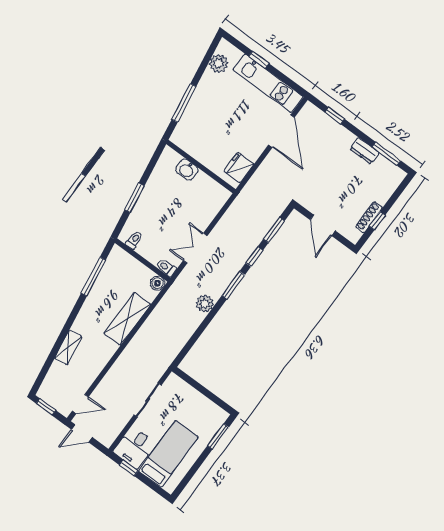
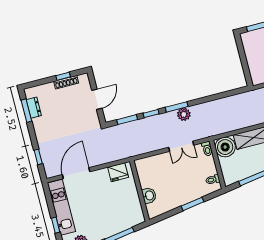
dresser: (364, 151) -> (34, 108), moved
boiler: (158, 283) -> (225, 147), width x1.86, depth x1.86
plant: (205, 303) -> (184, 114), moved

